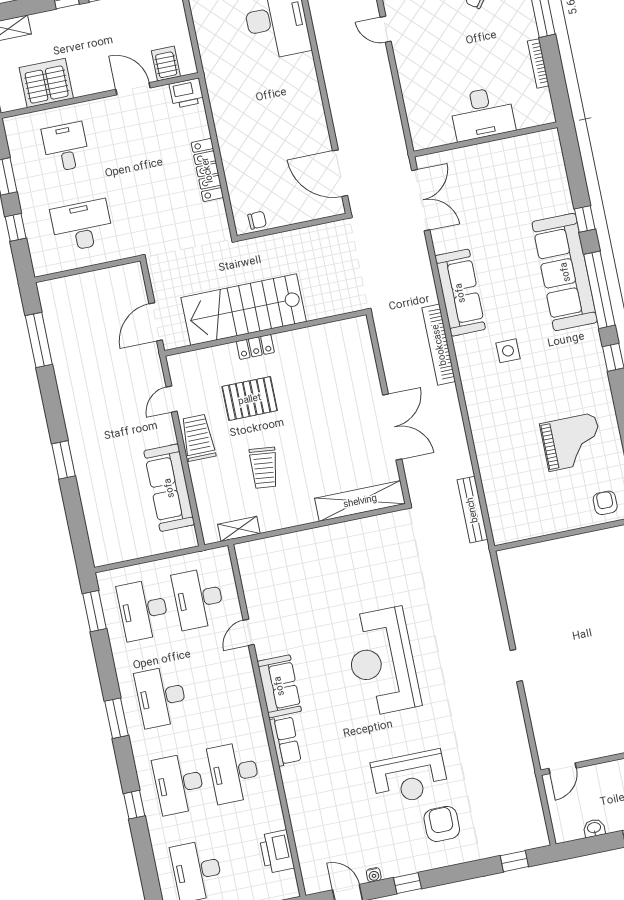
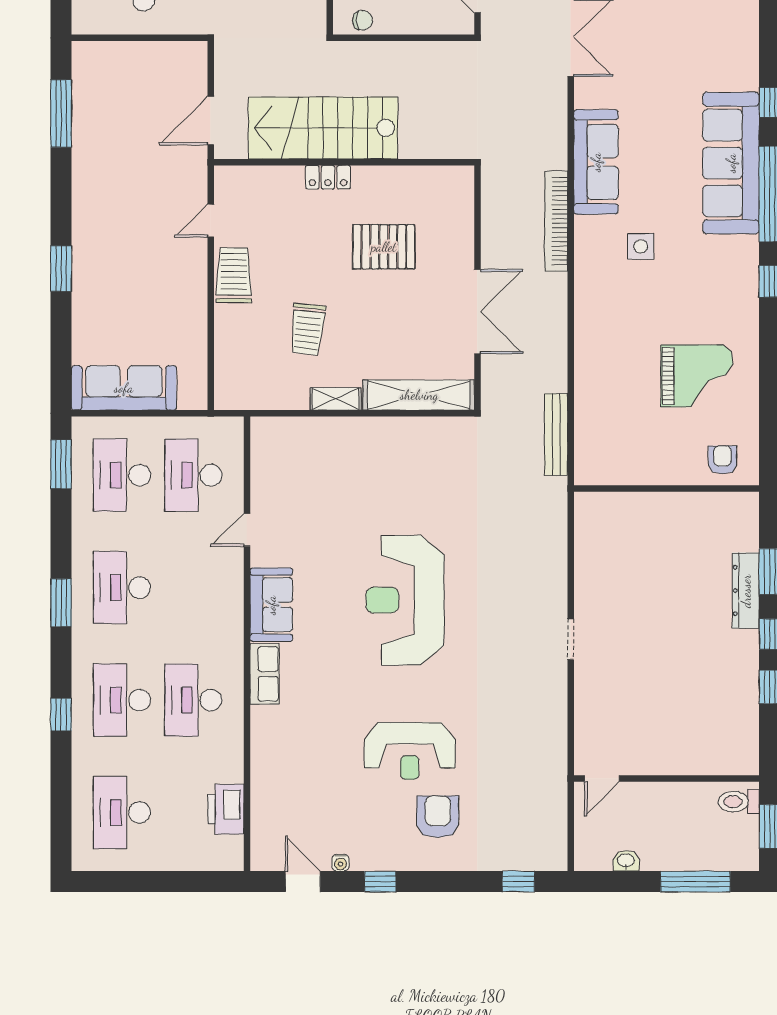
pallet: (250, 399) -> (384, 247), moved
sofa: (169, 488) -> (124, 388), moved, turned 90
shelving: (239, 529) -> (336, 399), moved

